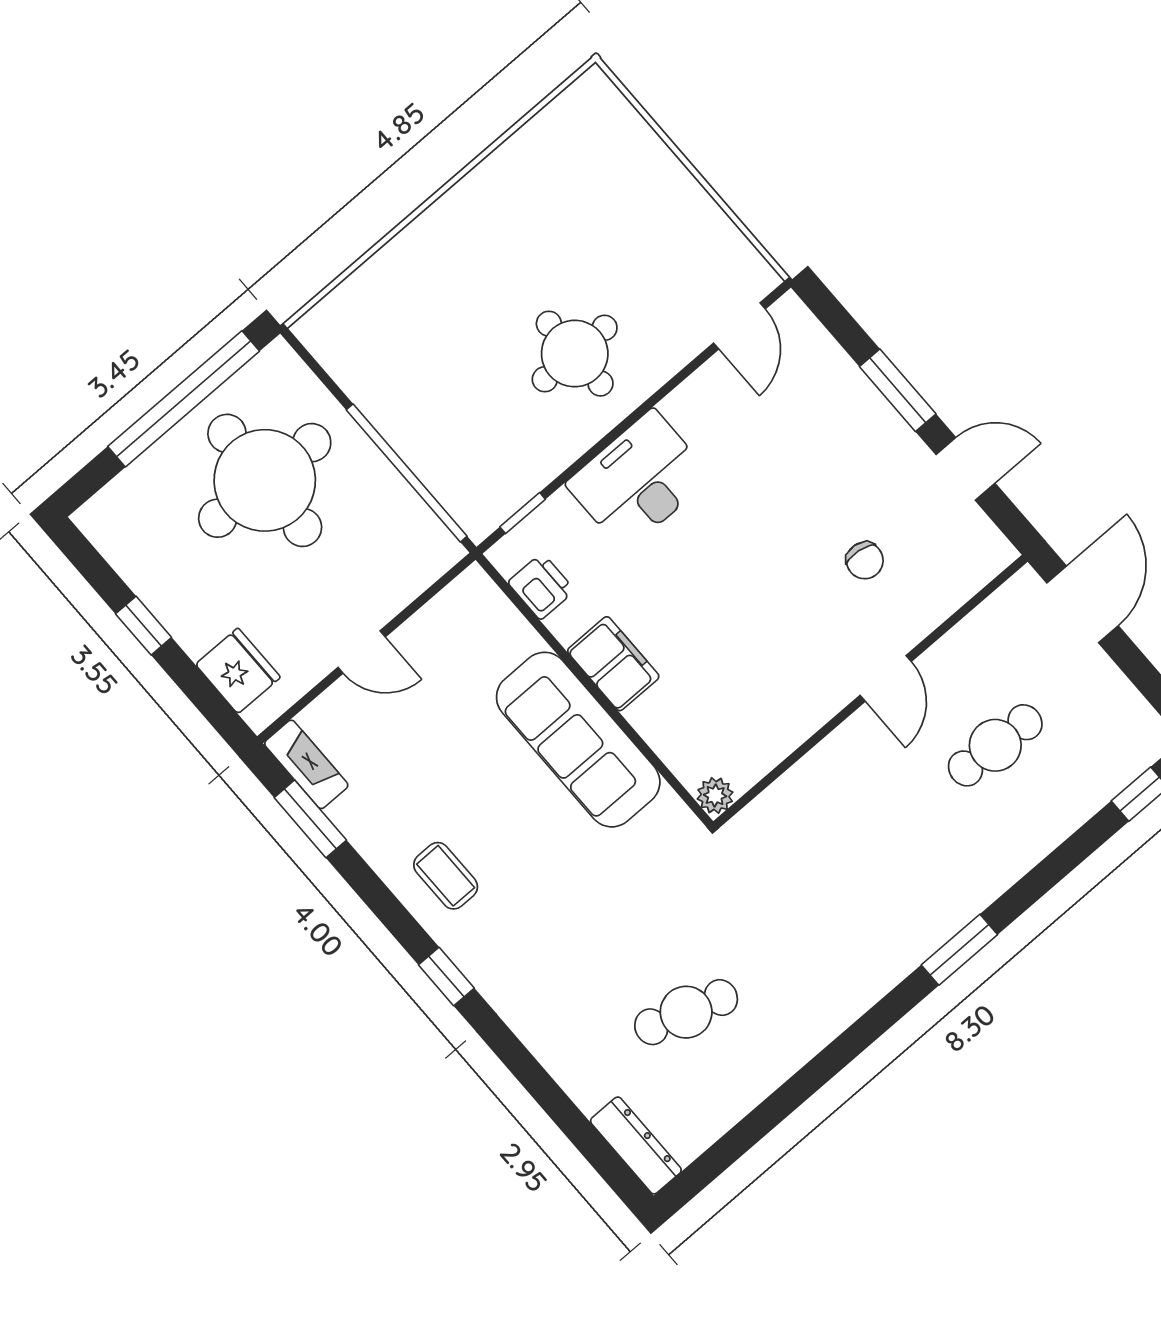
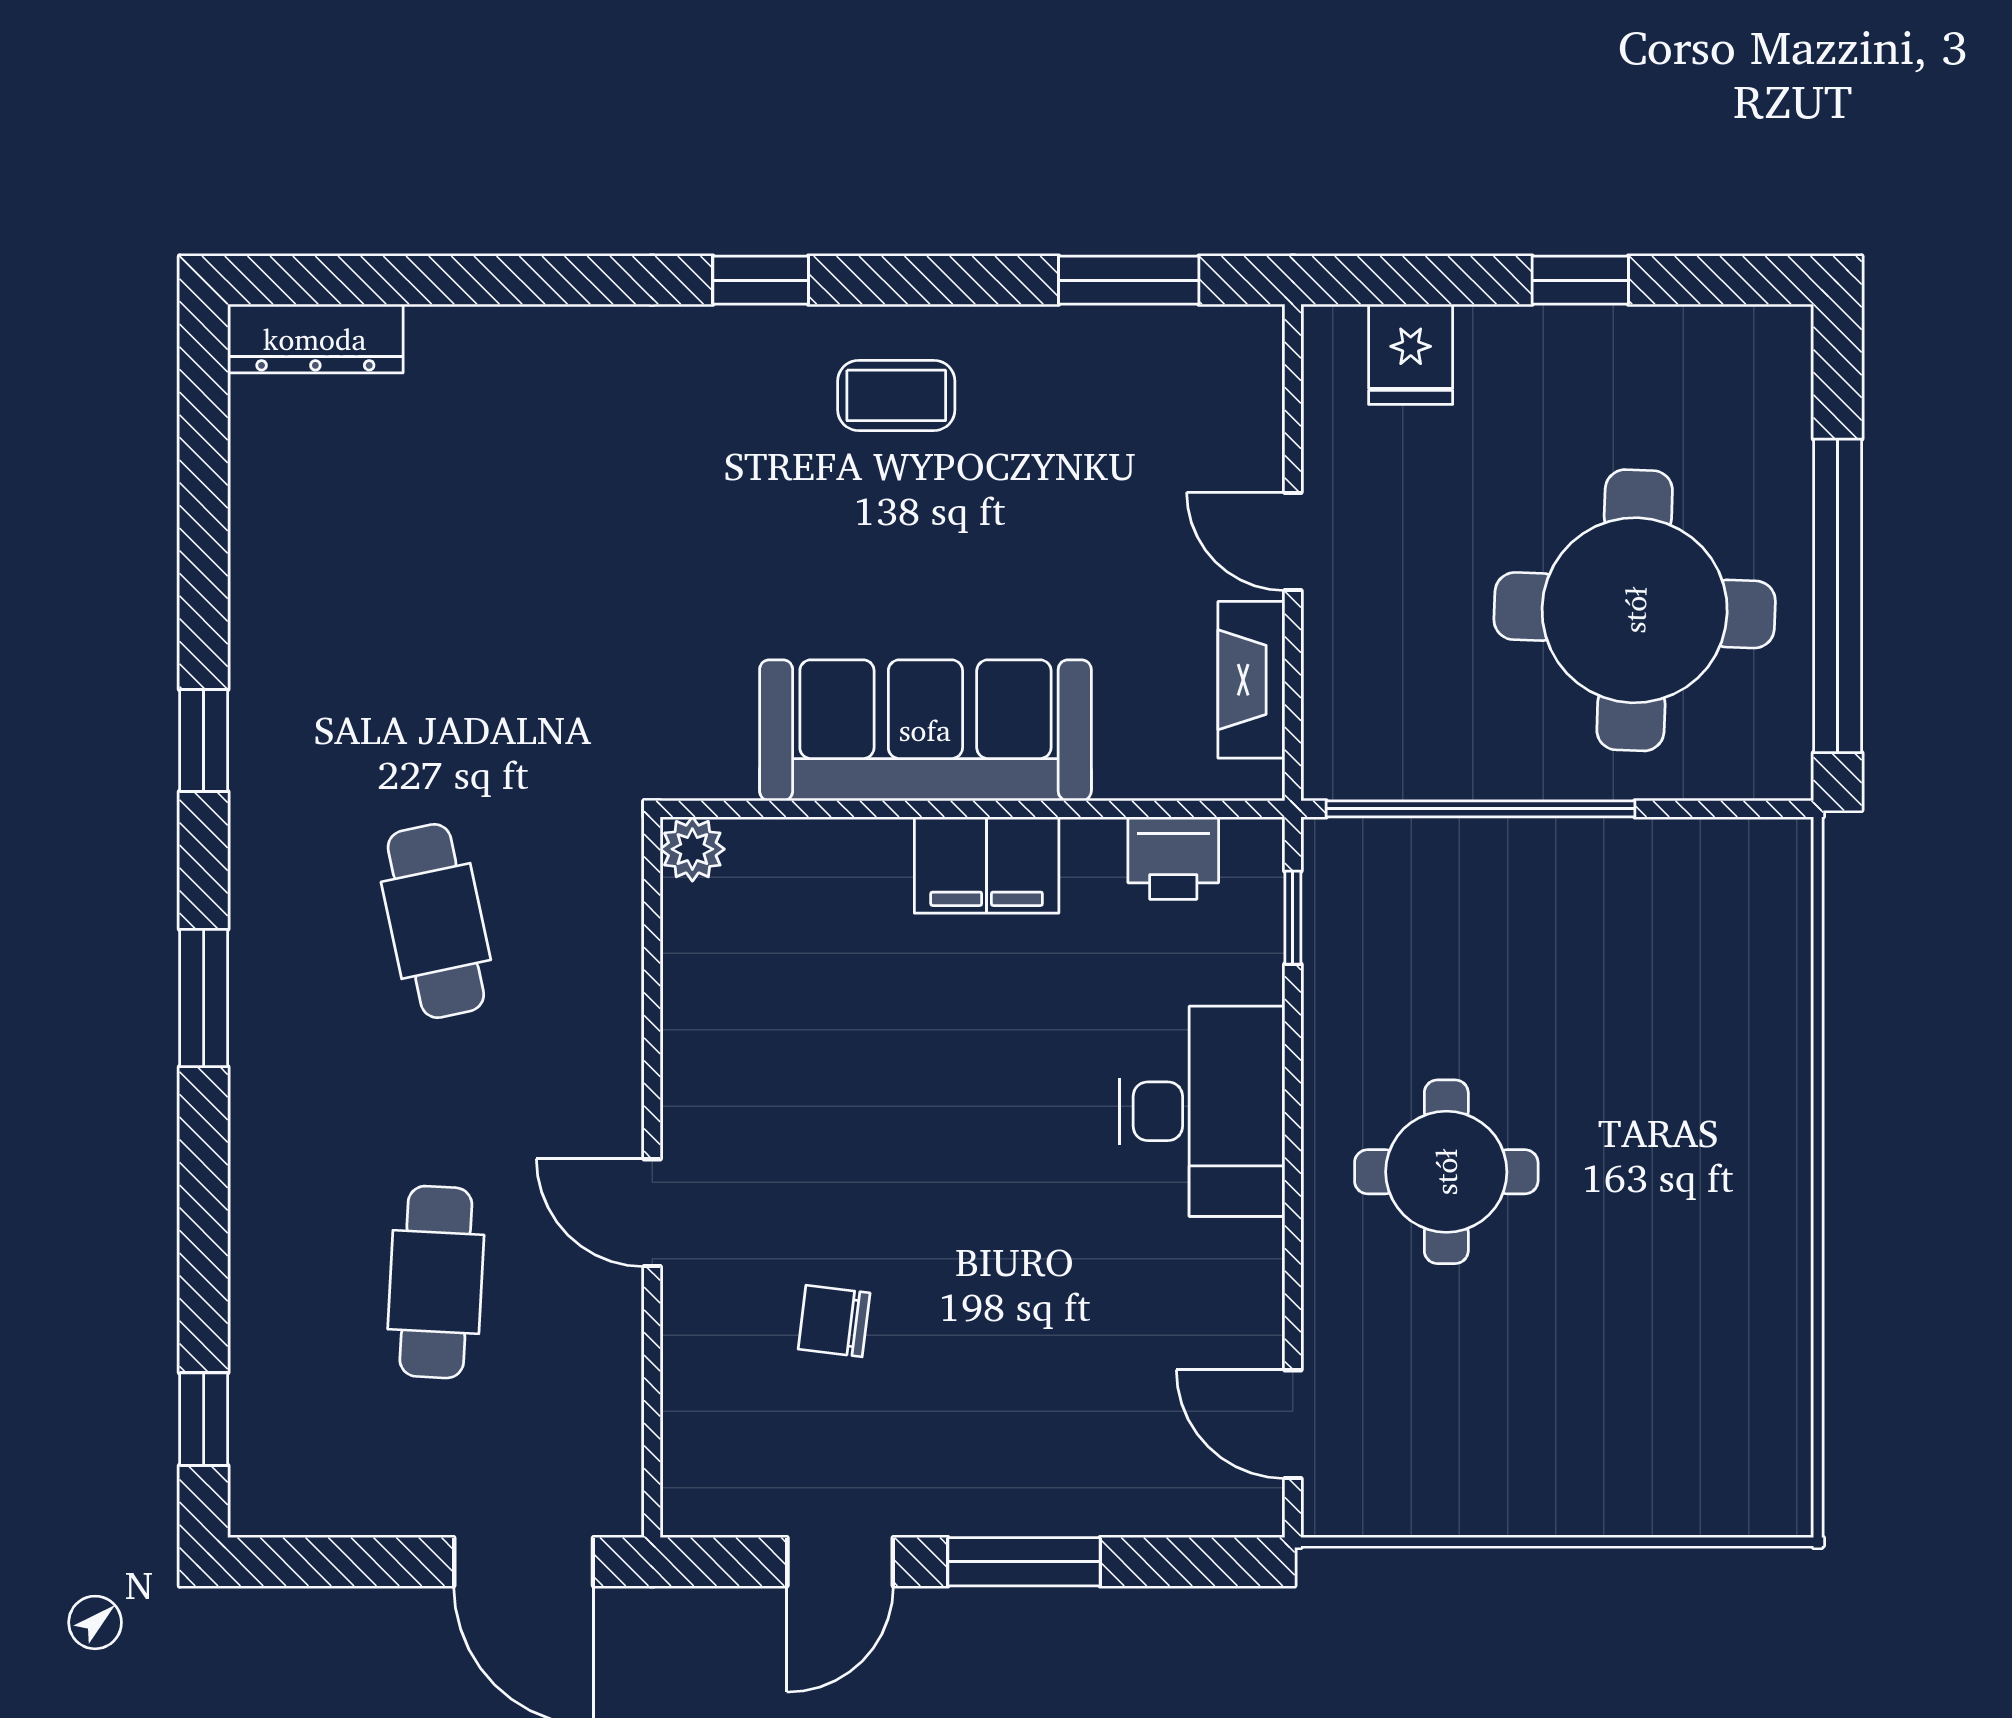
door: (362, 652) -> (1293, 542), hinge flipped
fridge: (238, 671) -> (1411, 354), width x0.72
fireplace: (306, 764) -> (1251, 680), moved, turned 90
cafe table: (686, 1012) -> (436, 921), moved, turned -30
window: (849, 1045) -> (204, 741), added

